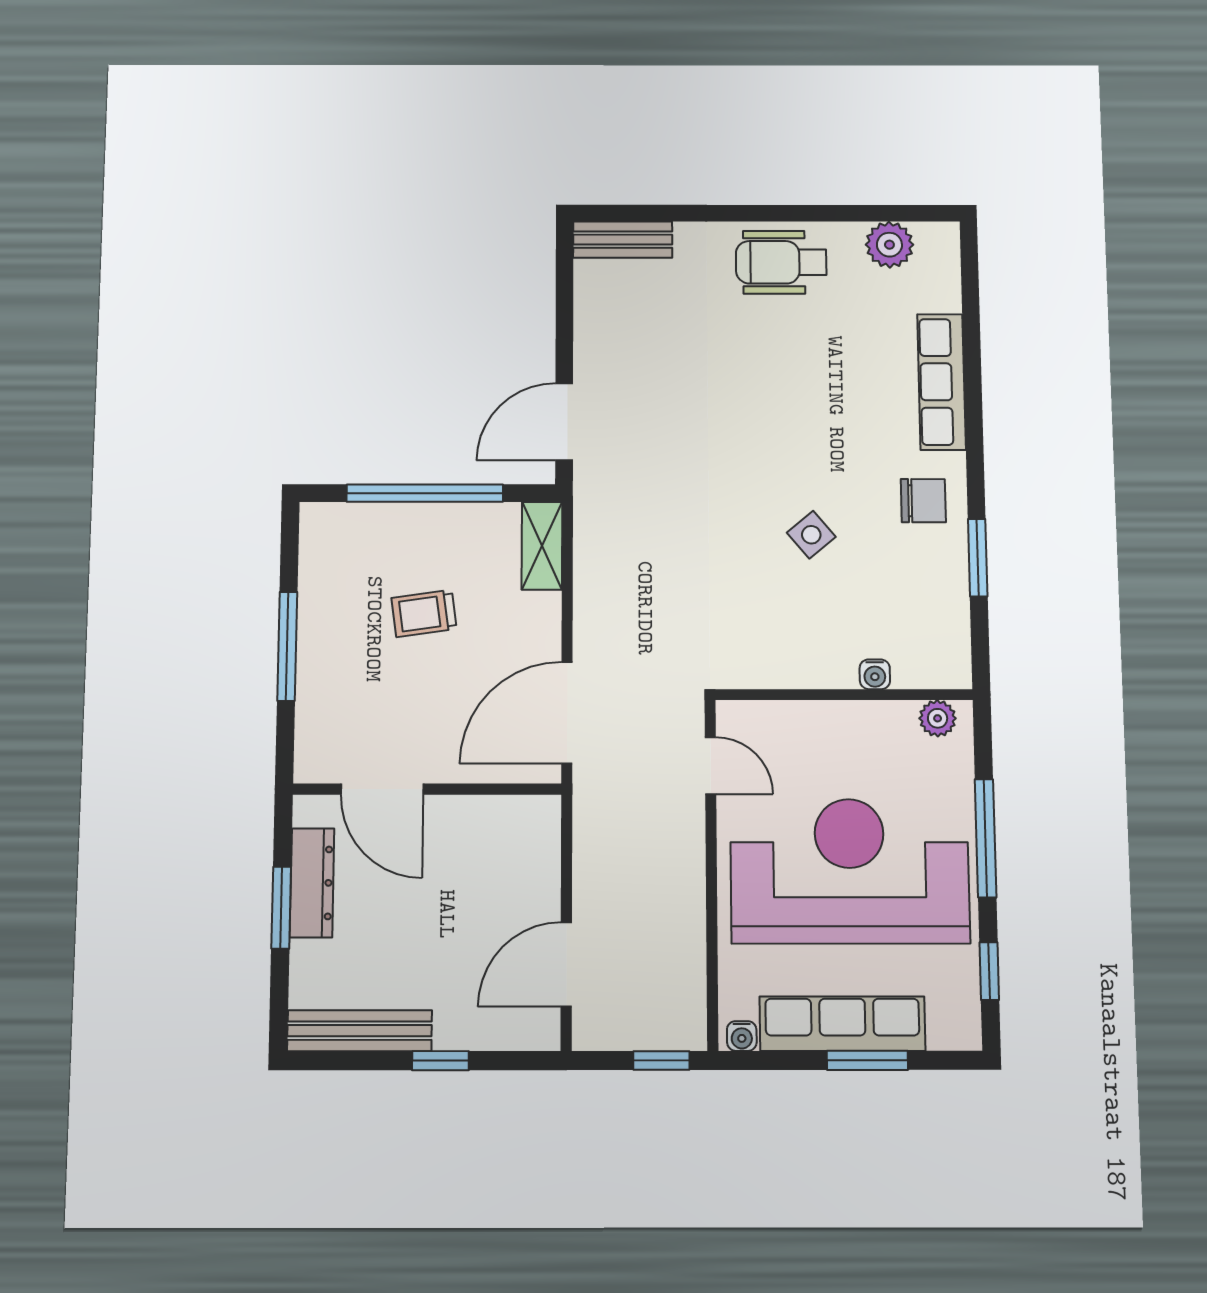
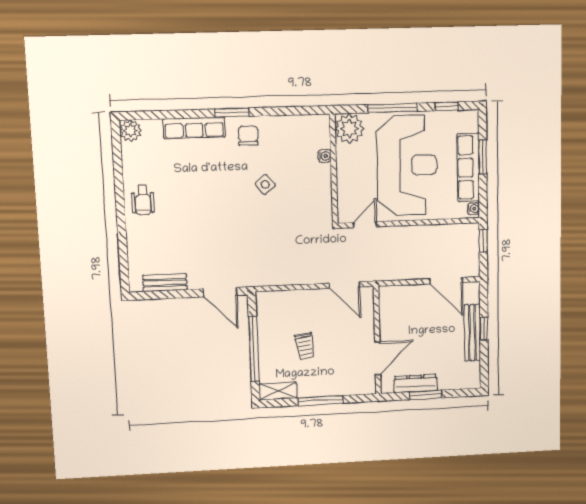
bench: (623, 240) -> (165, 283), moved, turned 90
plant: (889, 245) -> (131, 131), moved
wheelchair: (781, 262) -> (143, 200), width x0.73, depth x0.73
shelving: (542, 546) -> (278, 391), moved
window: (978, 558) -> (232, 113), moved
door: (567, 713) -> (344, 285), width x0.73
plant: (938, 718) -> (349, 129), width x1.88, depth x1.88
reception desk: (850, 871) -> (407, 165), turned 180
bench: (360, 1031) -> (472, 333), moved

